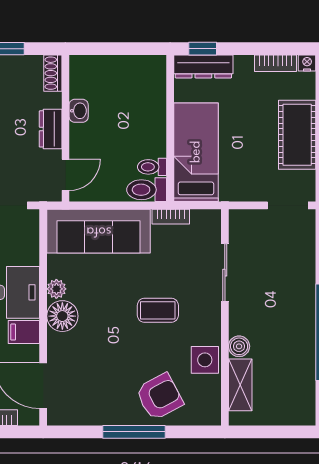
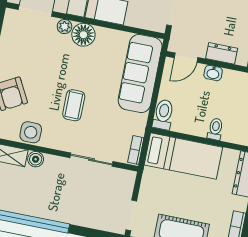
washbasin: (79, 111) -> (213, 73), moved
toilet: (152, 167) -> (215, 129), moved
door: (65, 175) -> (186, 58), hinge flipped
bookcase: (171, 217) -> (136, 150), moved
plant: (56, 289) -> (64, 27), moved

